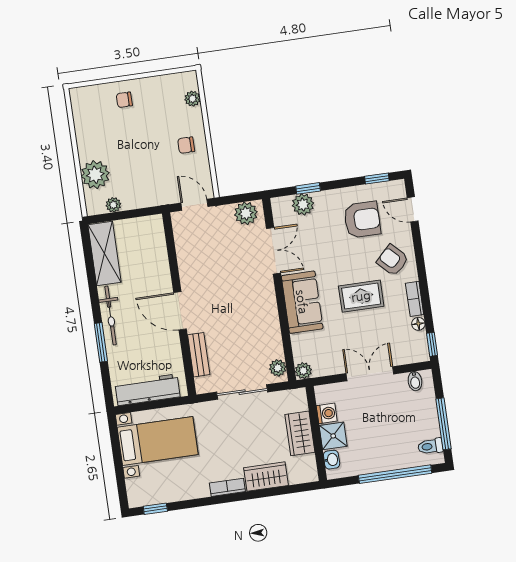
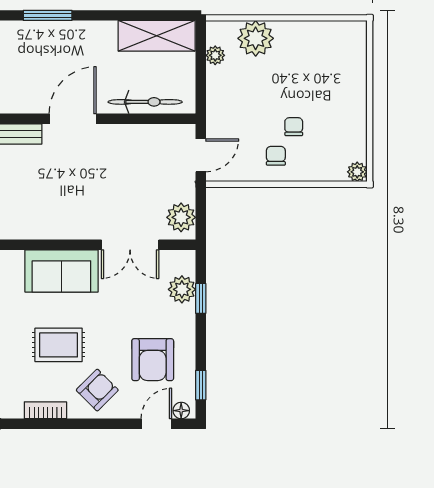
plant: (192, 99) -> (357, 172), moved
chair: (124, 100) -> (294, 127), moved
rug: (361, 296) -> (59, 345), turned 90
bicycle: (111, 316) -> (145, 102), moved, turned 180
floor lamp: (418, 324) -> (181, 411), moved

